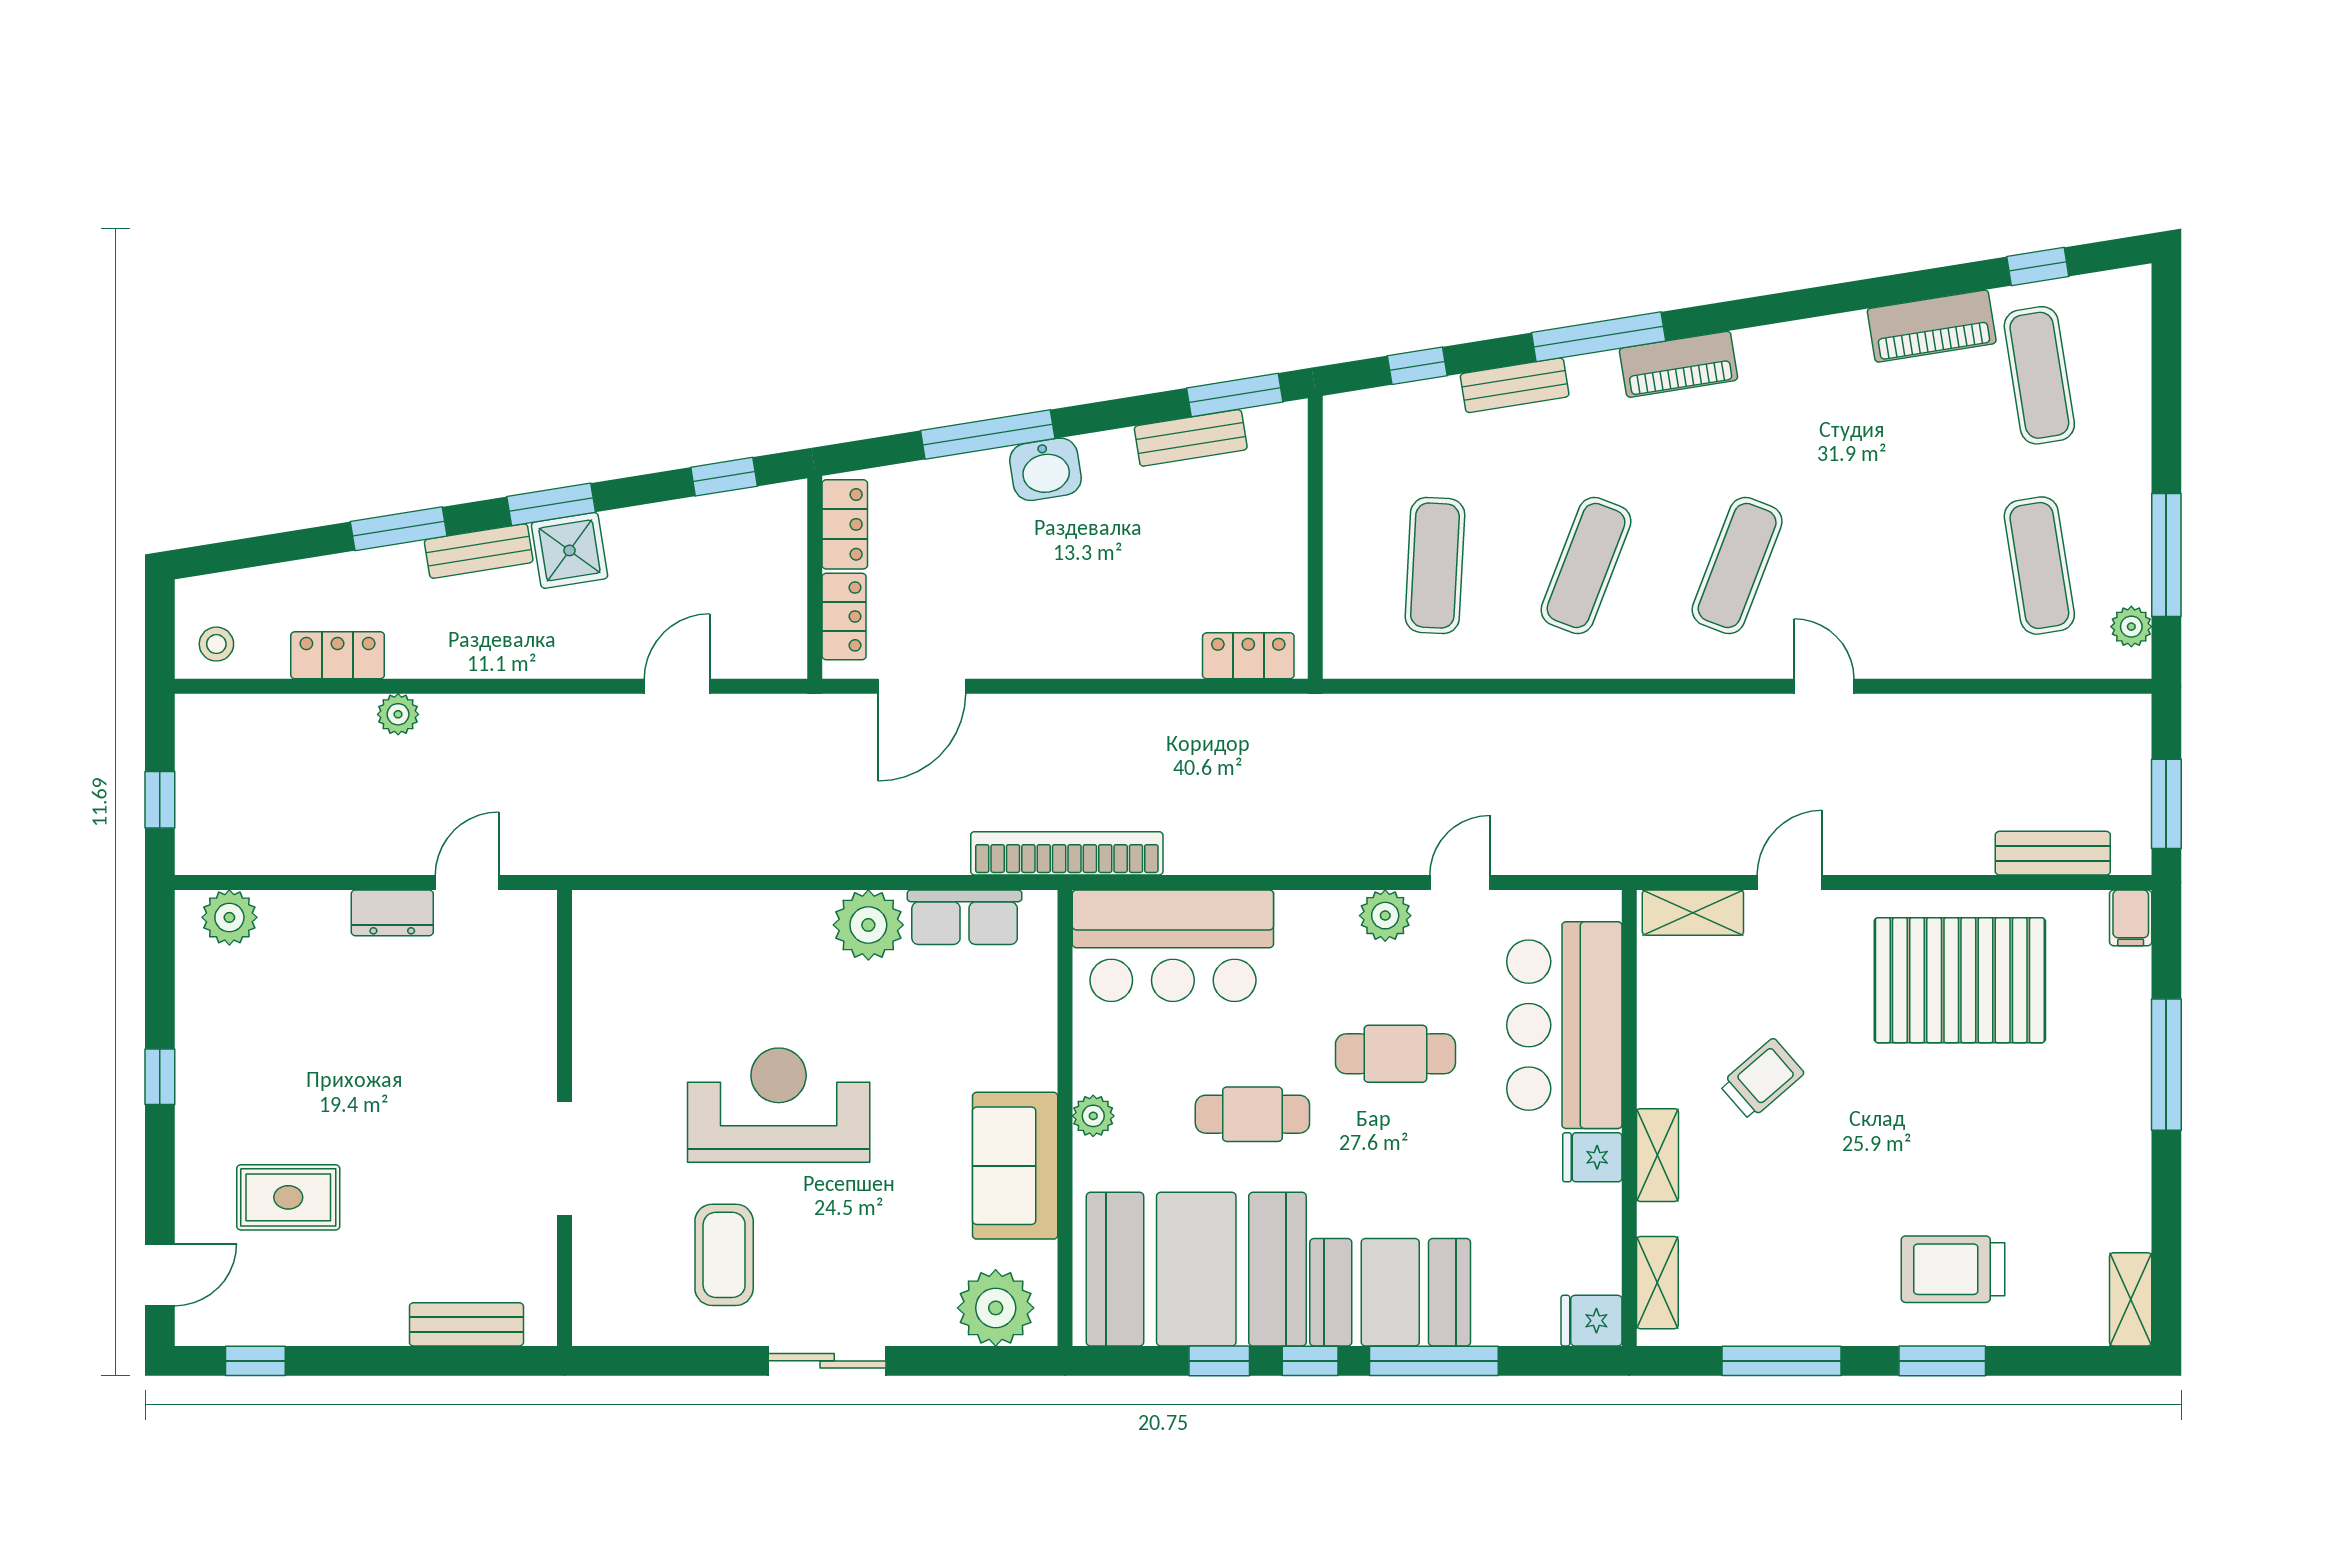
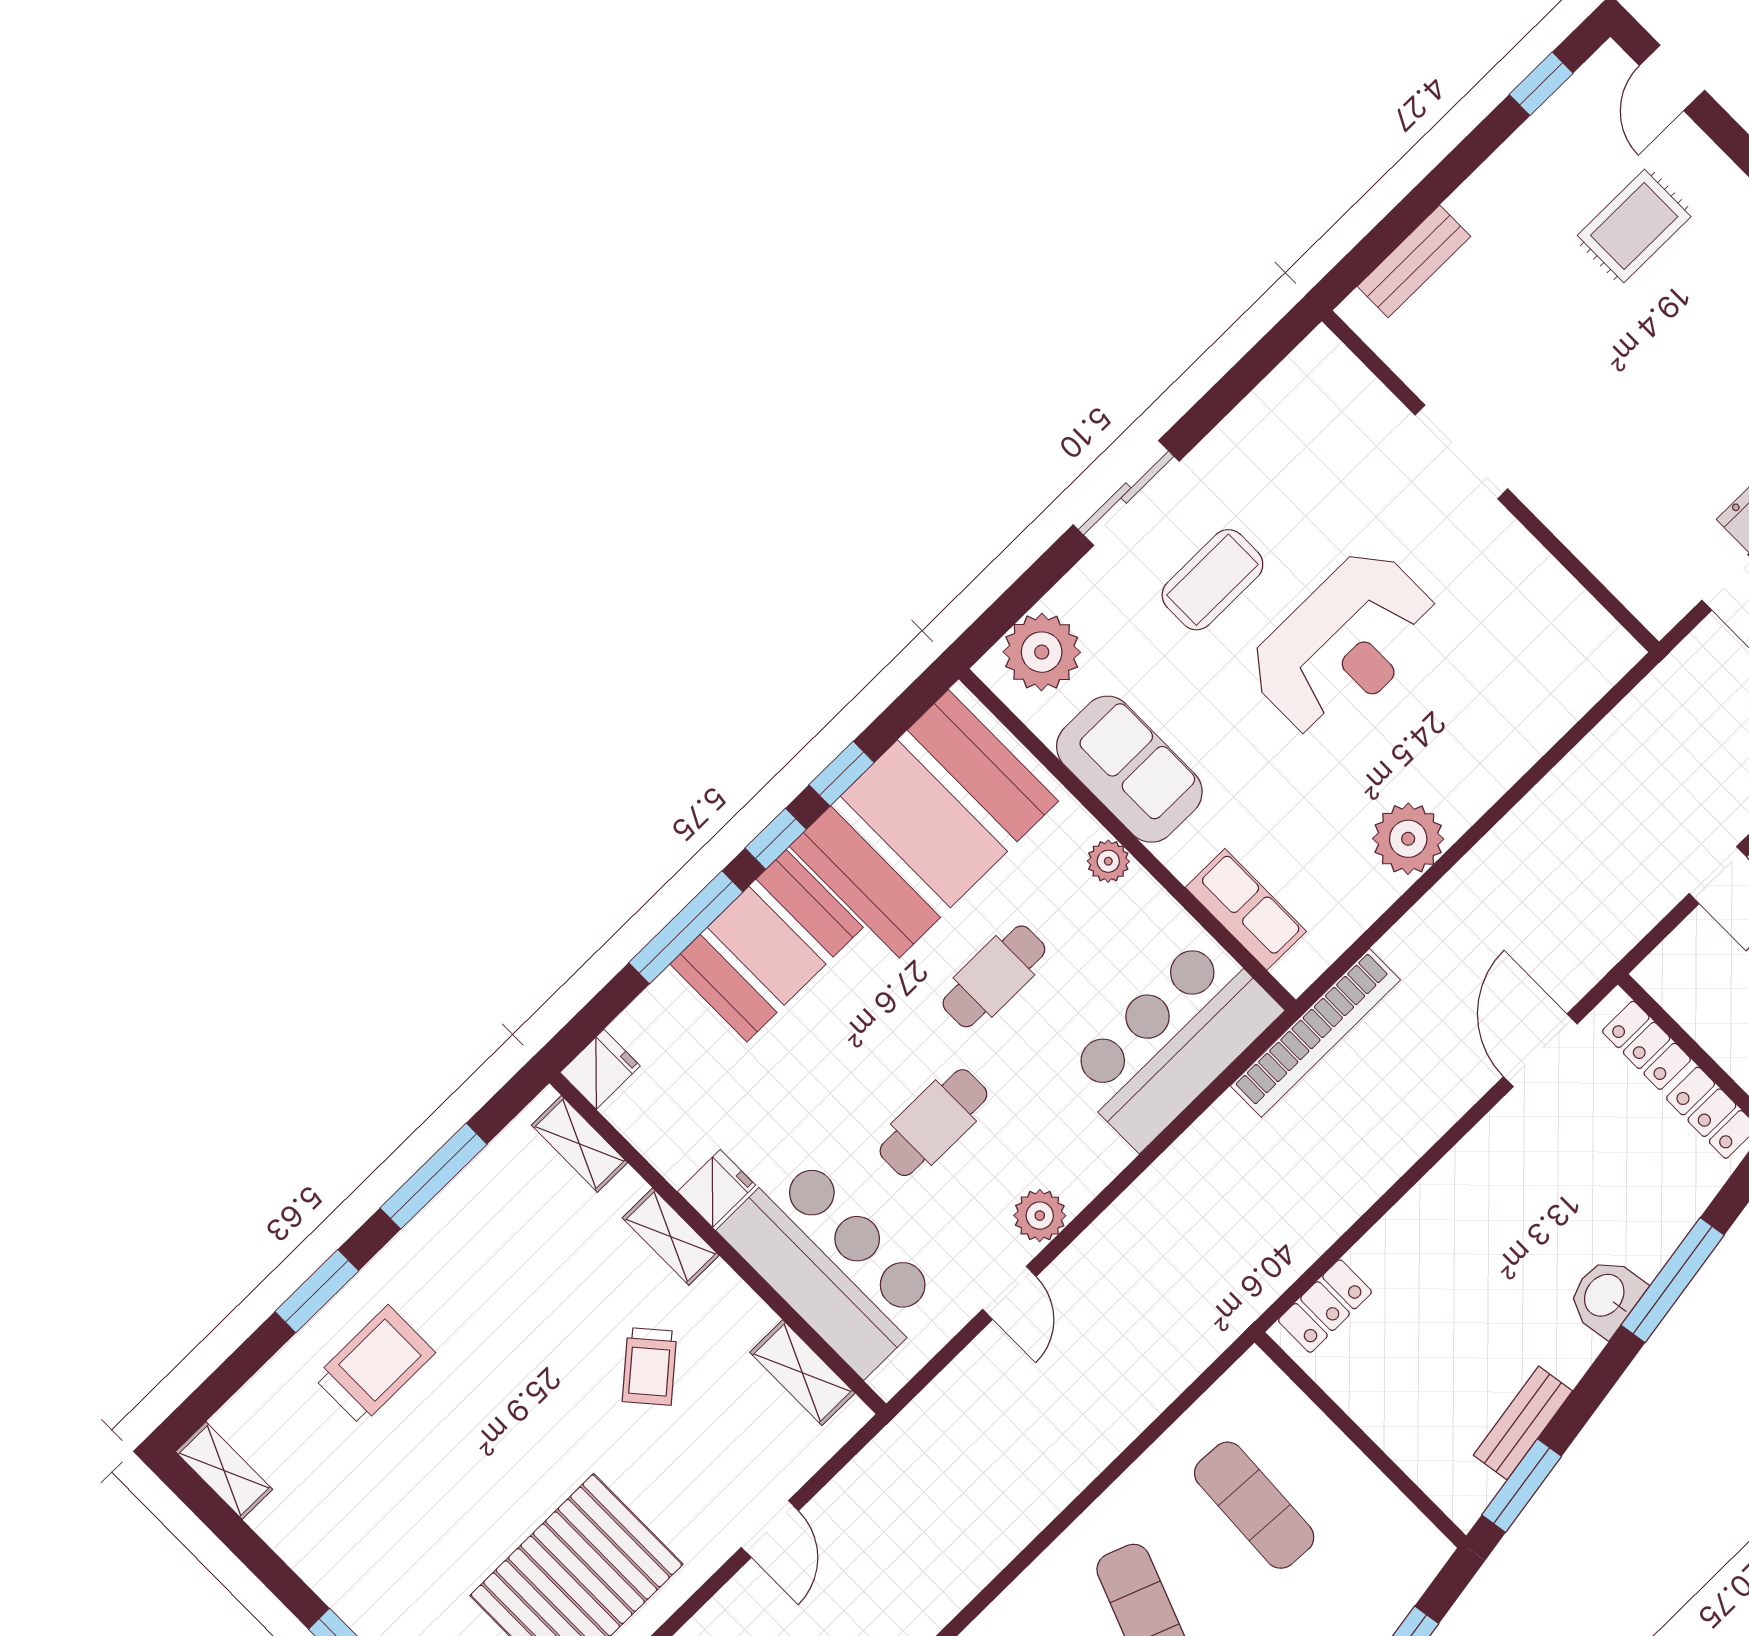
shelving: (1693, 913) -> (802, 1373), moved, turned 90
row of seats: (965, 917) -> (1246, 909), moved, turned 90
coffee table: (724, 1255) -> (1212, 580), moved, turned 90

